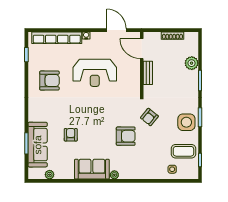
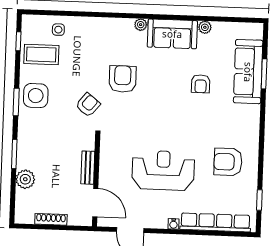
armchair: (126, 136) -> (123, 79), turned 90
plant: (50, 175) -> (205, 27), moved

